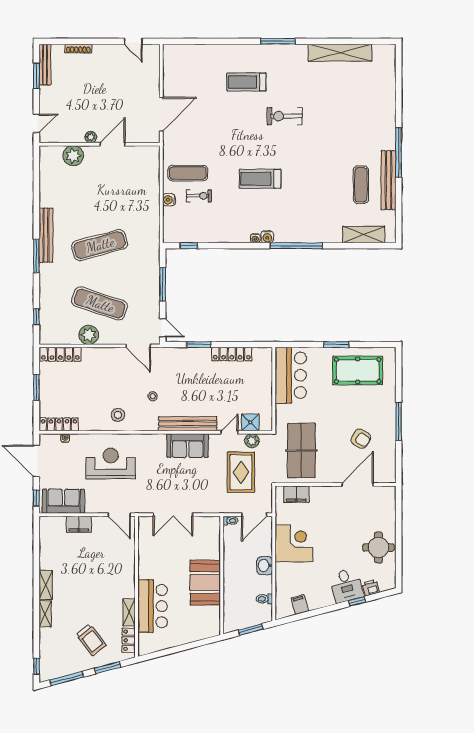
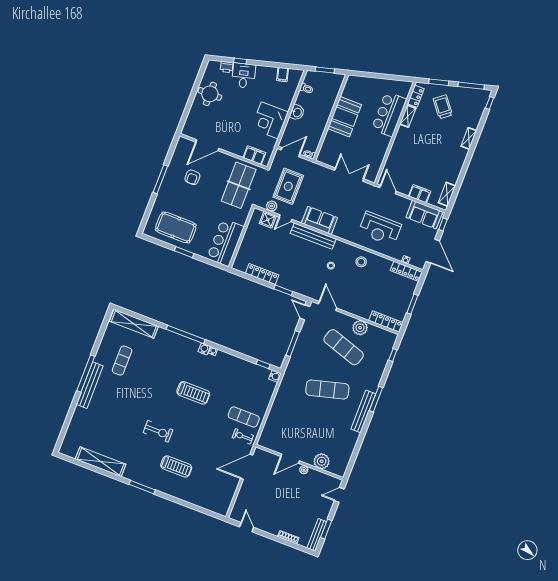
bench: (389, 180) -> (90, 385), moved
exercise bike: (199, 196) -> (243, 436), moved
water cooler: (169, 200) -> (275, 376), moved
shelving: (364, 235) -> (134, 324), width x1.47
armchair: (361, 439) -> (192, 177), turned -121
shelving: (46, 585) -> (447, 194), moved

